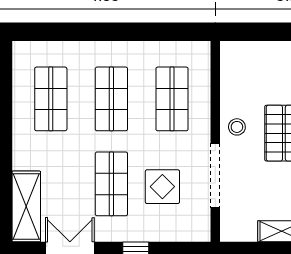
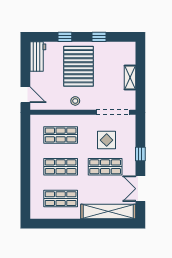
door: (249, 32) -> (25, 95), added
doorway: (215, 175) -> (113, 112), moved
shelving: (26, 206) -> (108, 211), width x1.47

